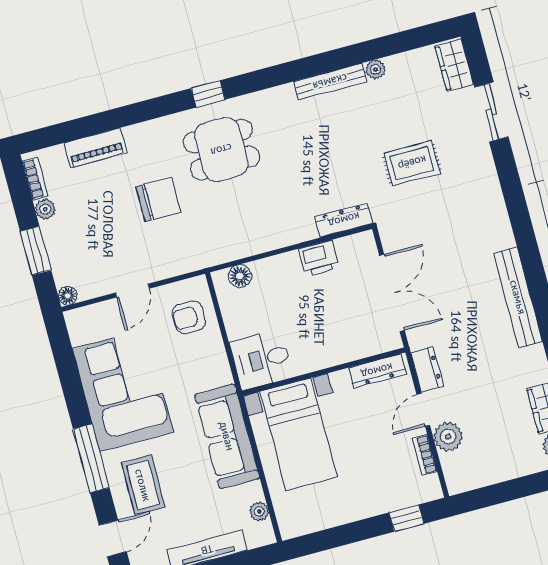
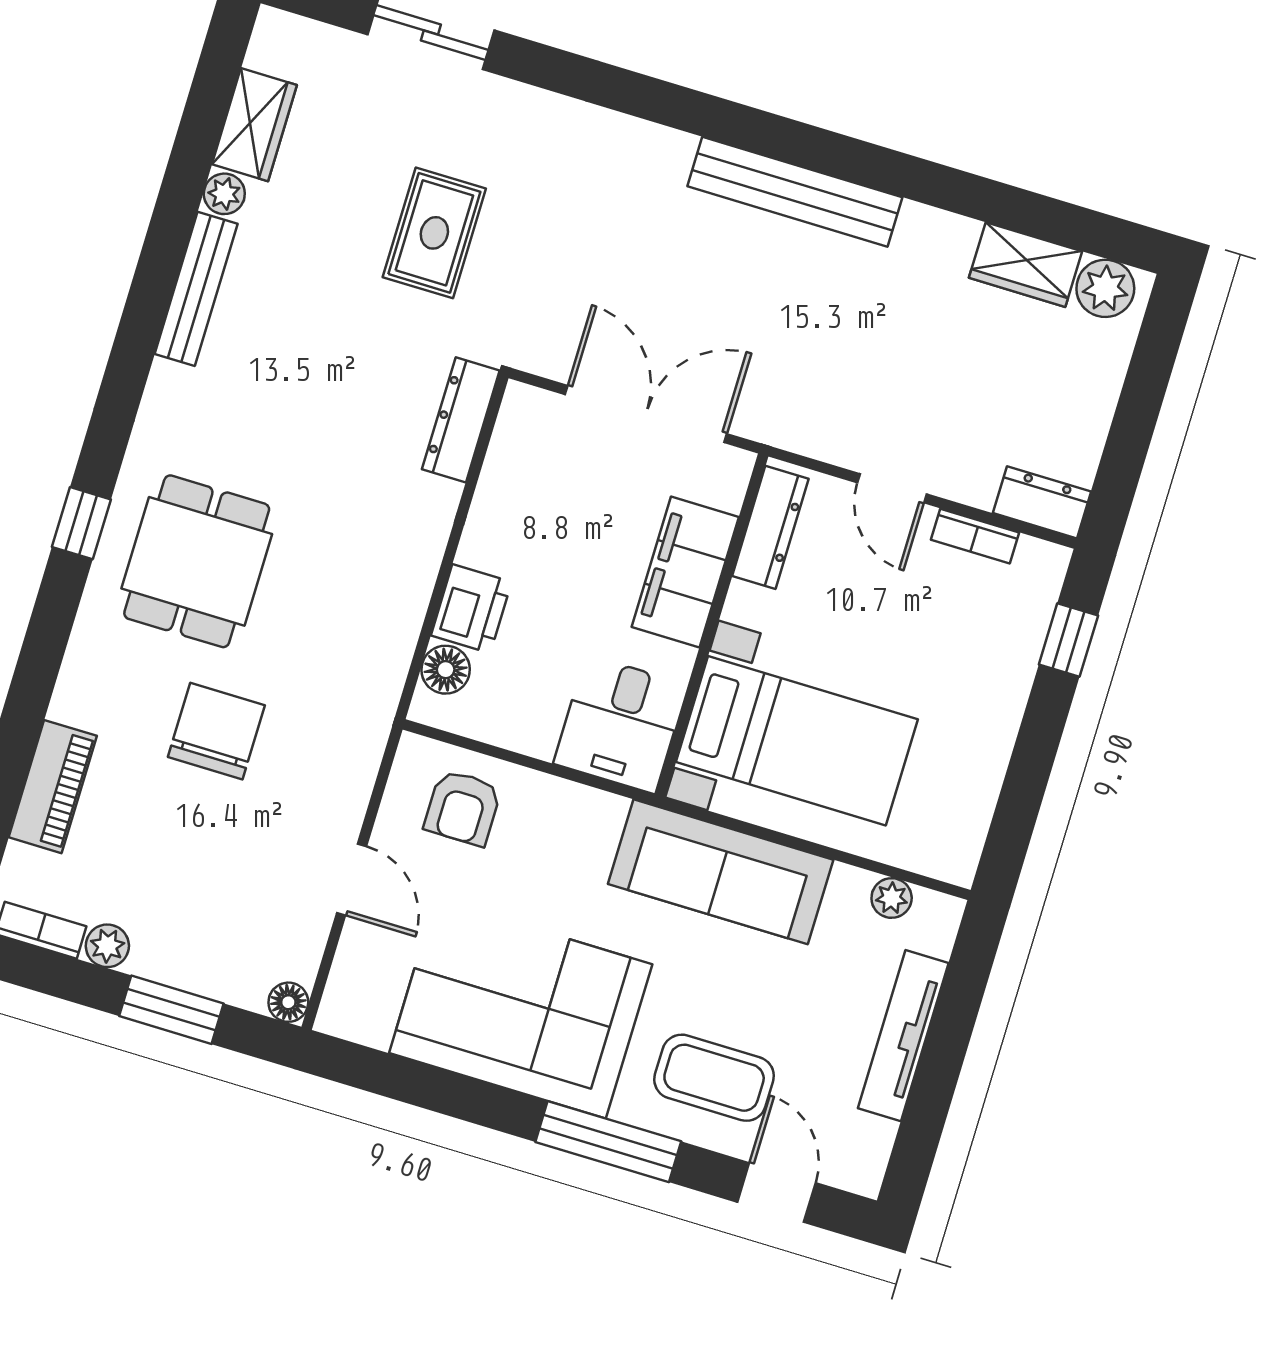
wardrobe: (454, 65) -> (254, 125), moved, turned -90
printer: (319, 258) -> (471, 609), moved
filing cabinet: (338, 348) -> (685, 572), added
dresser: (427, 369) -> (1042, 502), moved
plant: (448, 437) -> (968, 473), removed

